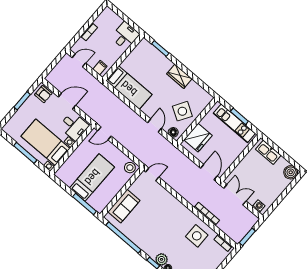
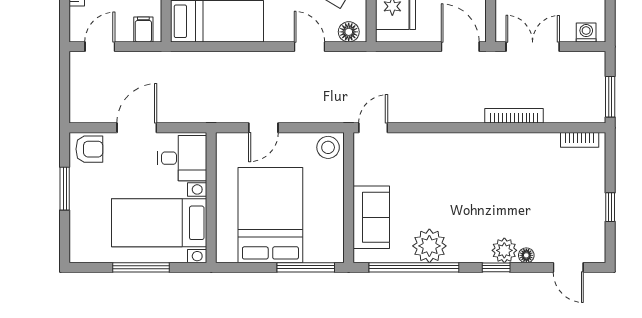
door: (104, 133) -> (263, 128), moved
bed: (92, 177) -> (270, 215), width x1.50
plant: (136, 235) -> (429, 246), added
side table: (197, 236) -> (528, 165), removed

